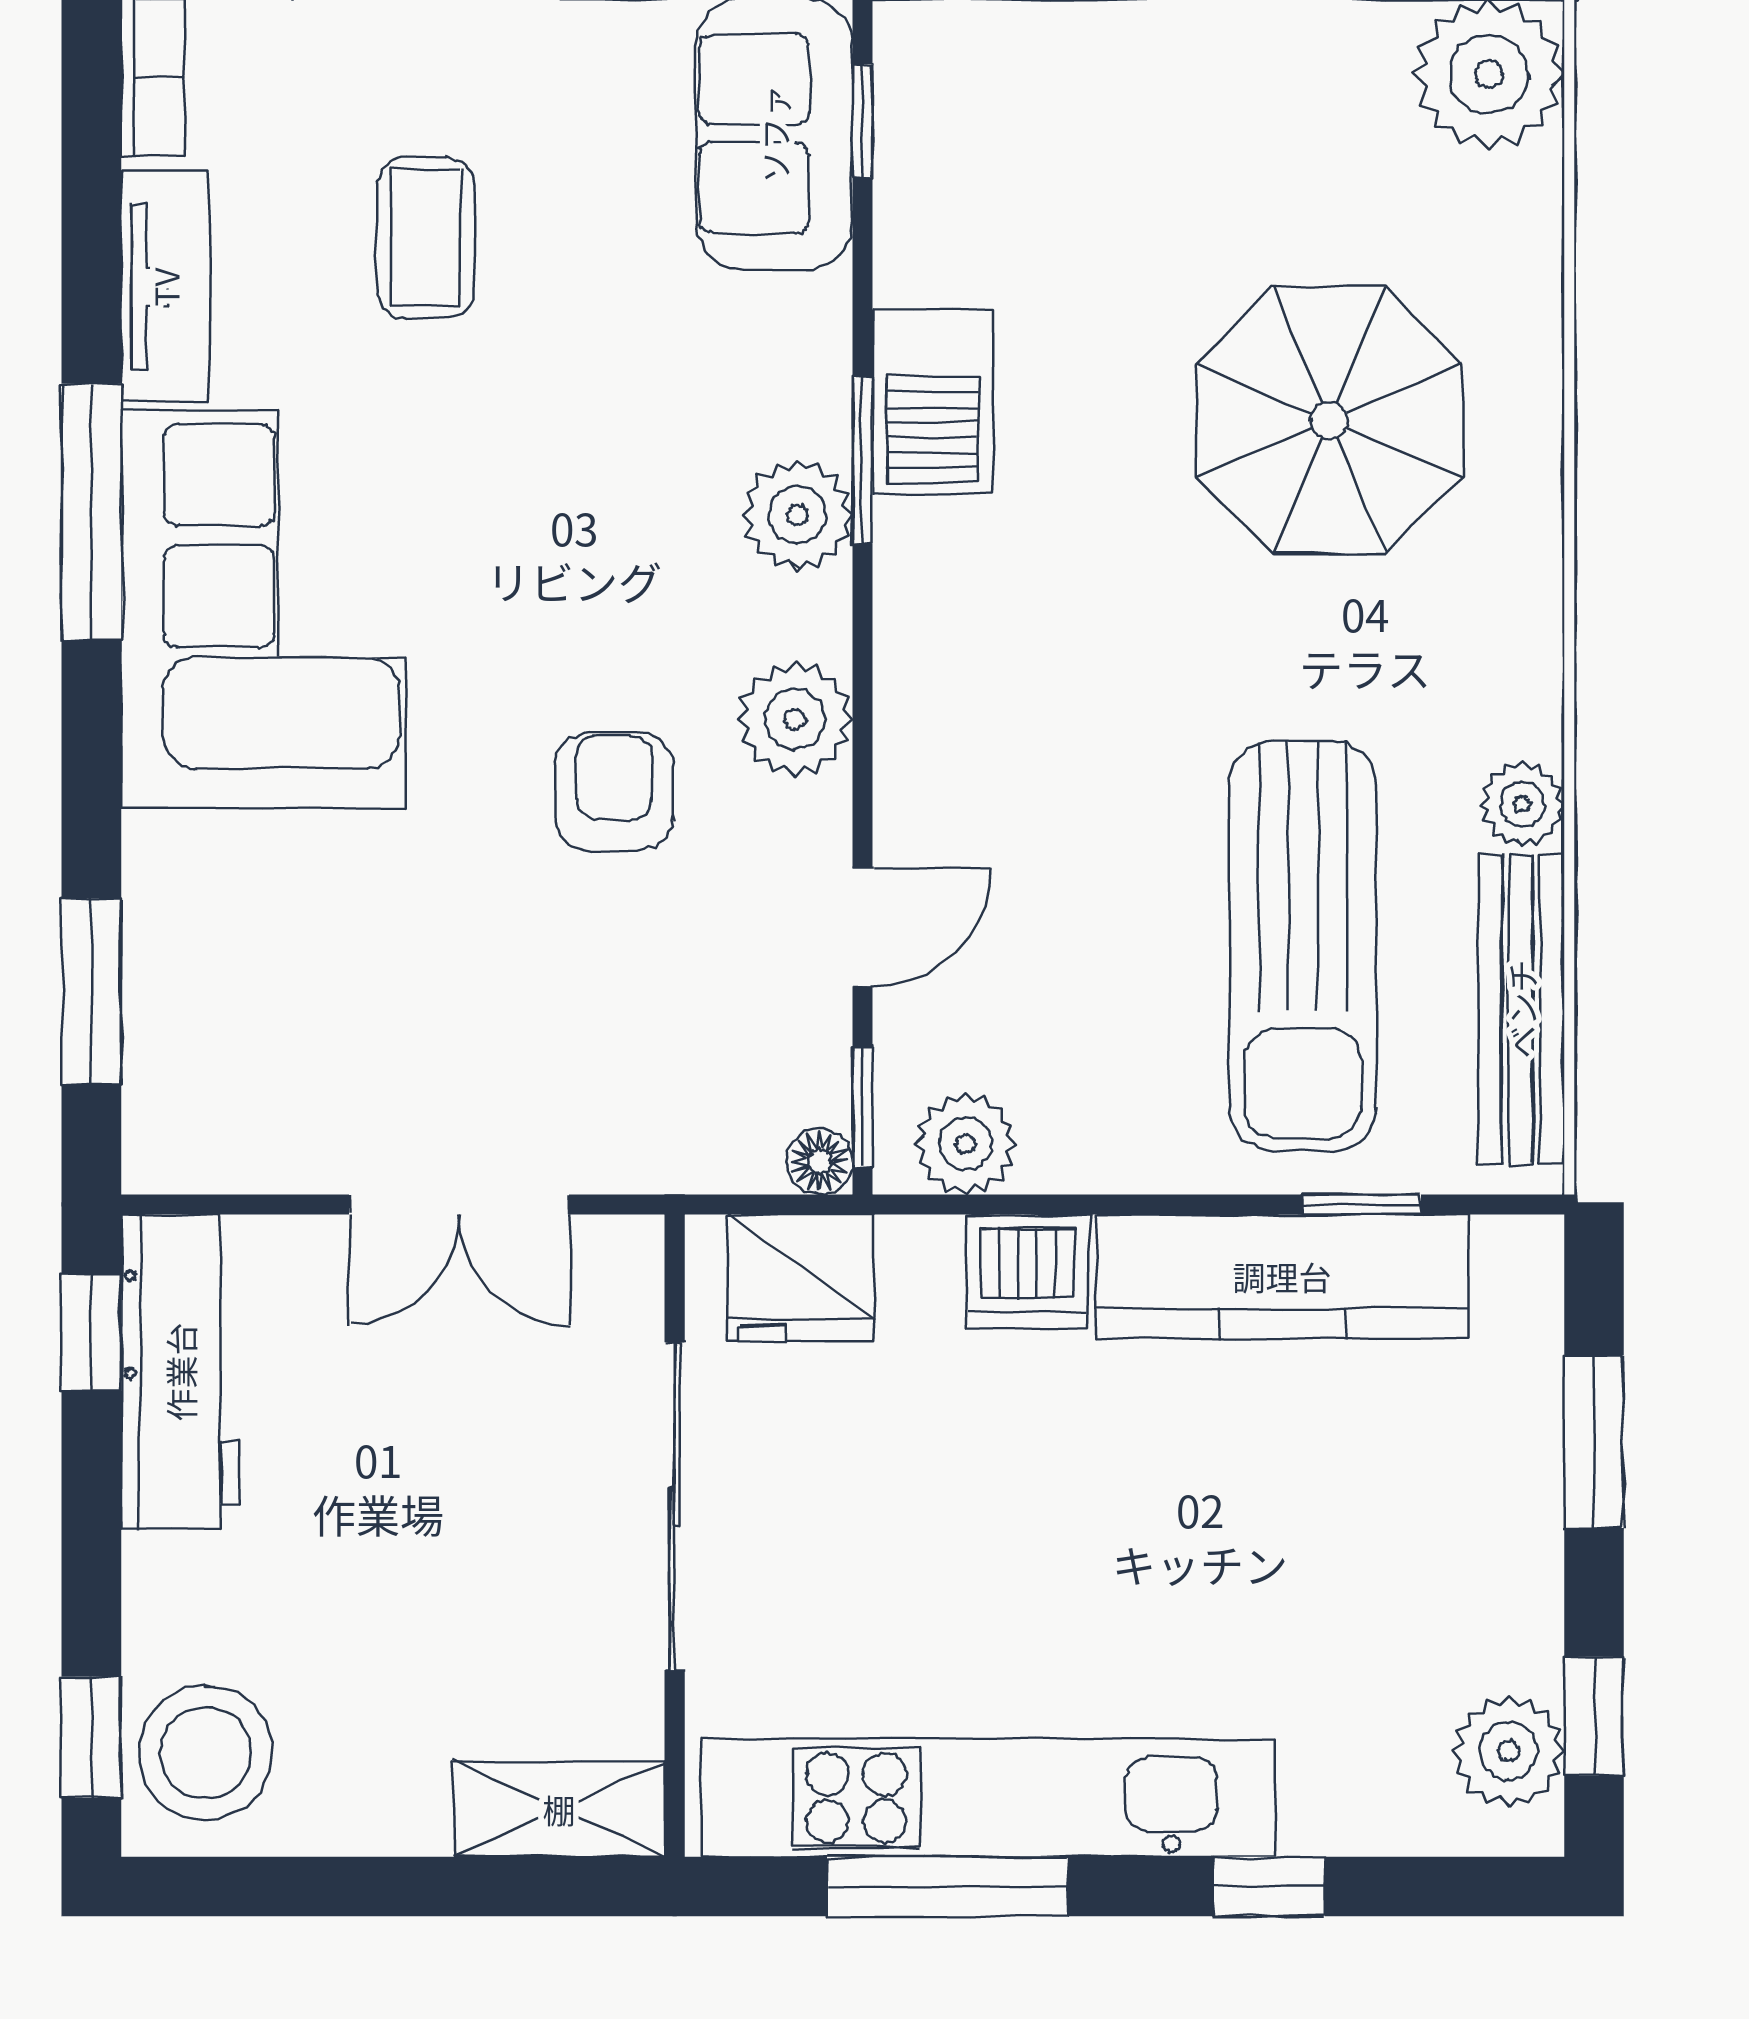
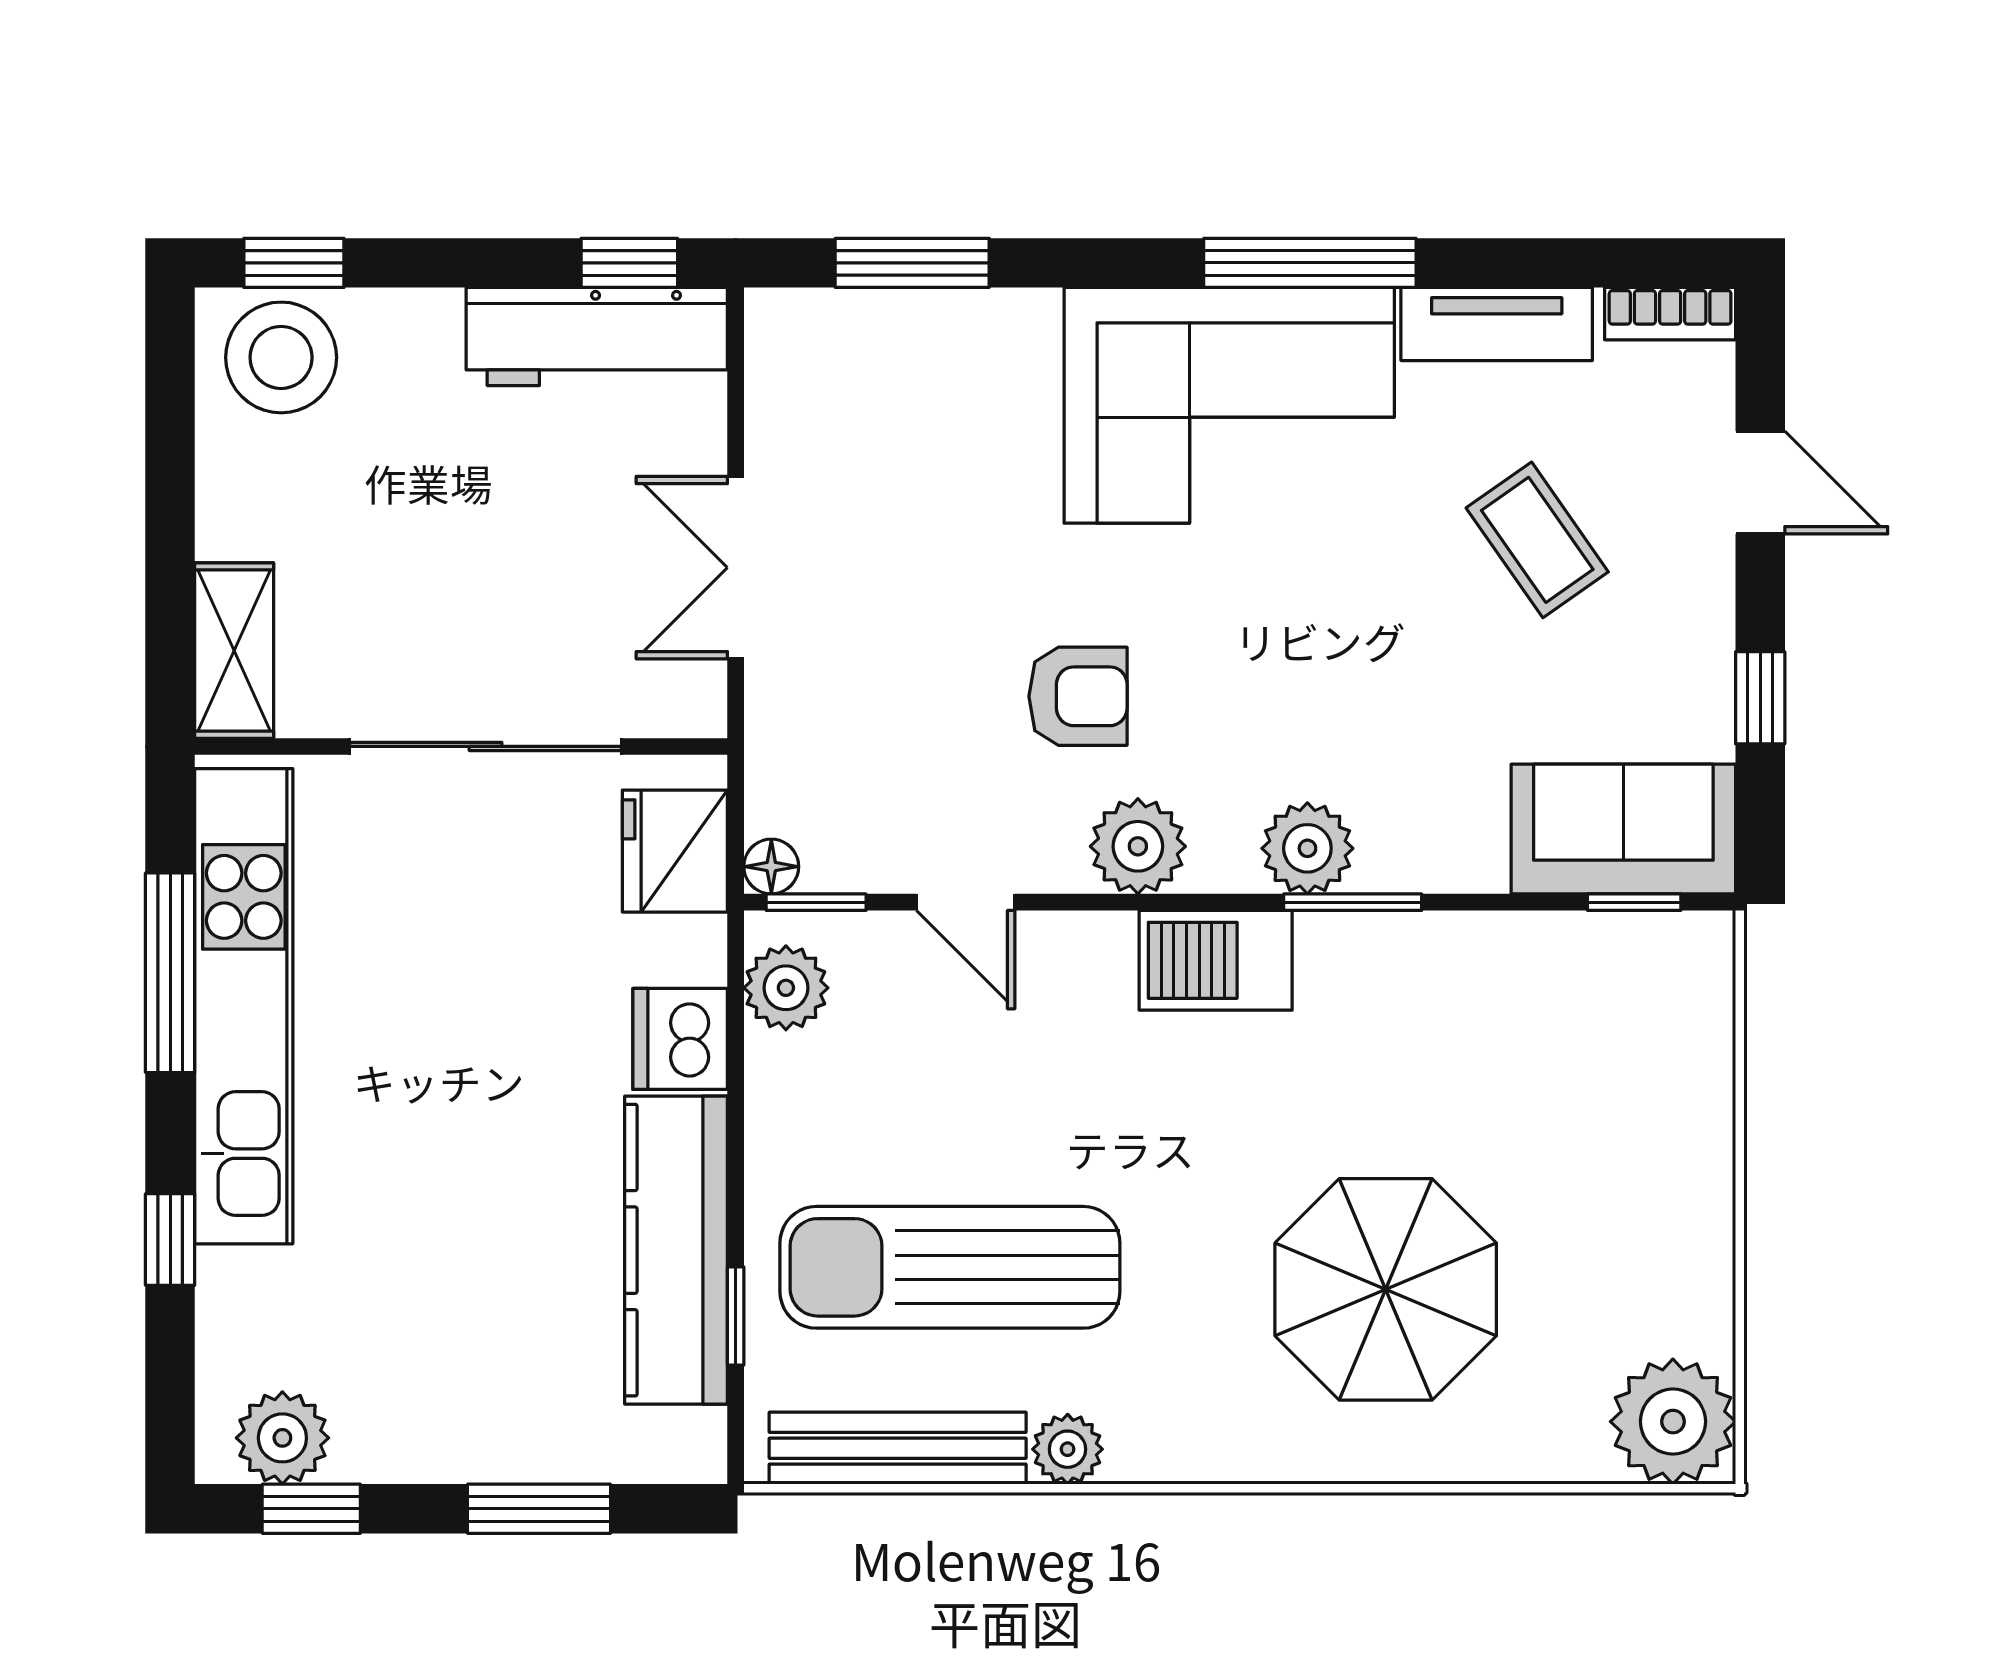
coffee table: (425, 238) -> (1537, 540), turned 55
barbecue: (933, 402) -> (1216, 960), moved

